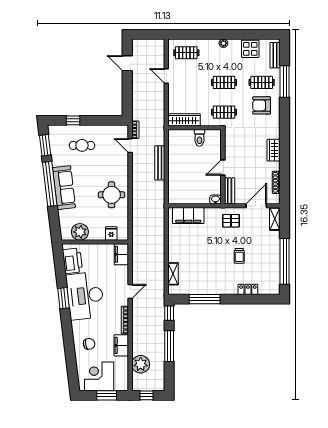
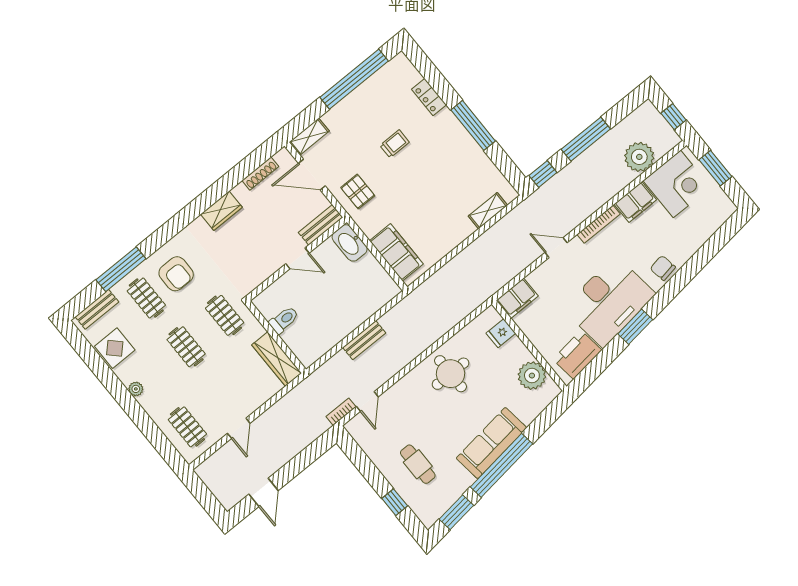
bench: (160, 163) -> (364, 340), width x0.73
washbasin: (215, 200) -> (350, 243), width x1.91, depth x1.45
window: (205, 299) -> (473, 125), moved
chair: (89, 344) -> (663, 268), moved
corner desk: (99, 376) -> (677, 184), moved, turned -90

